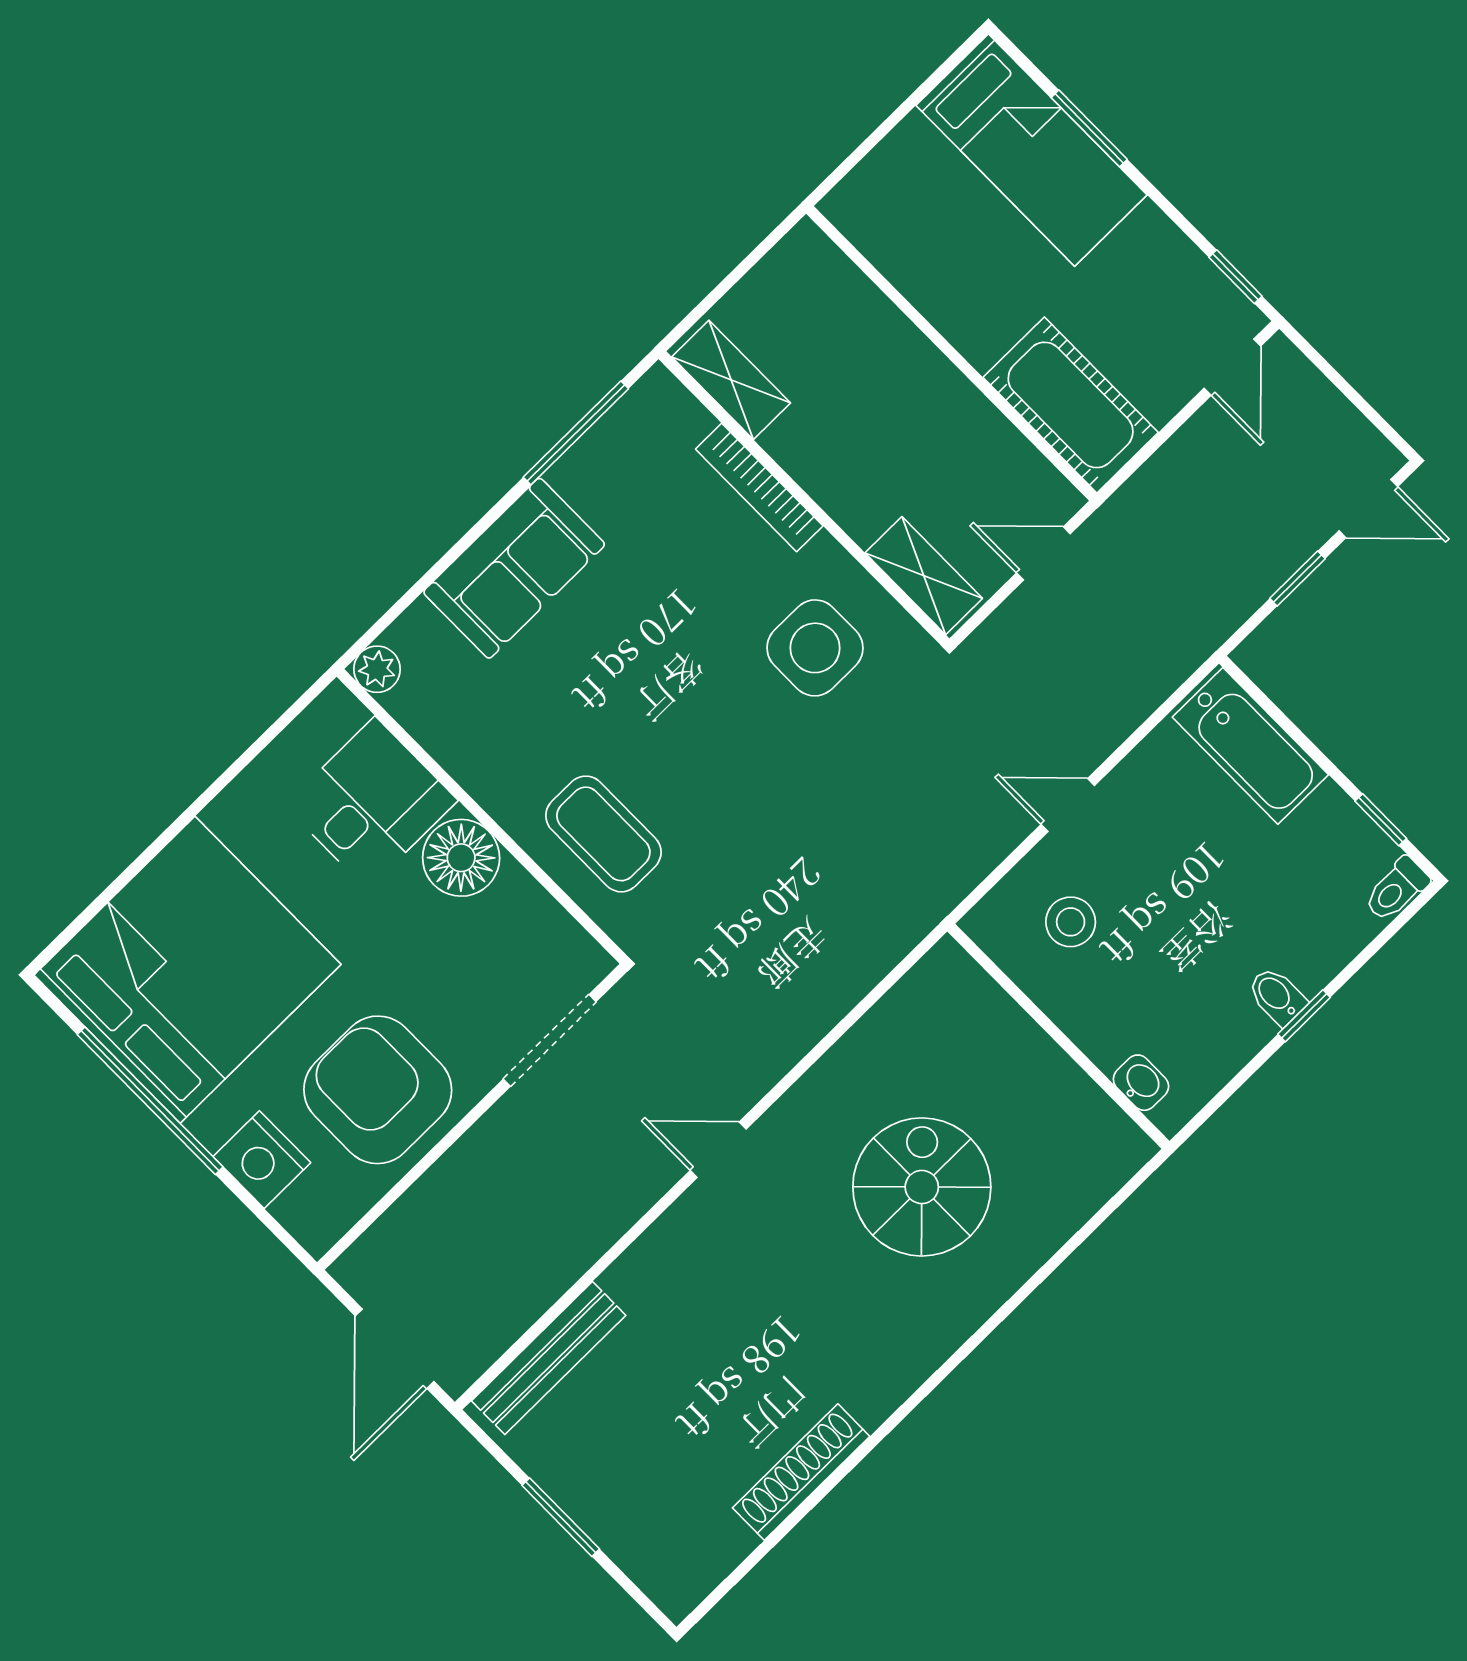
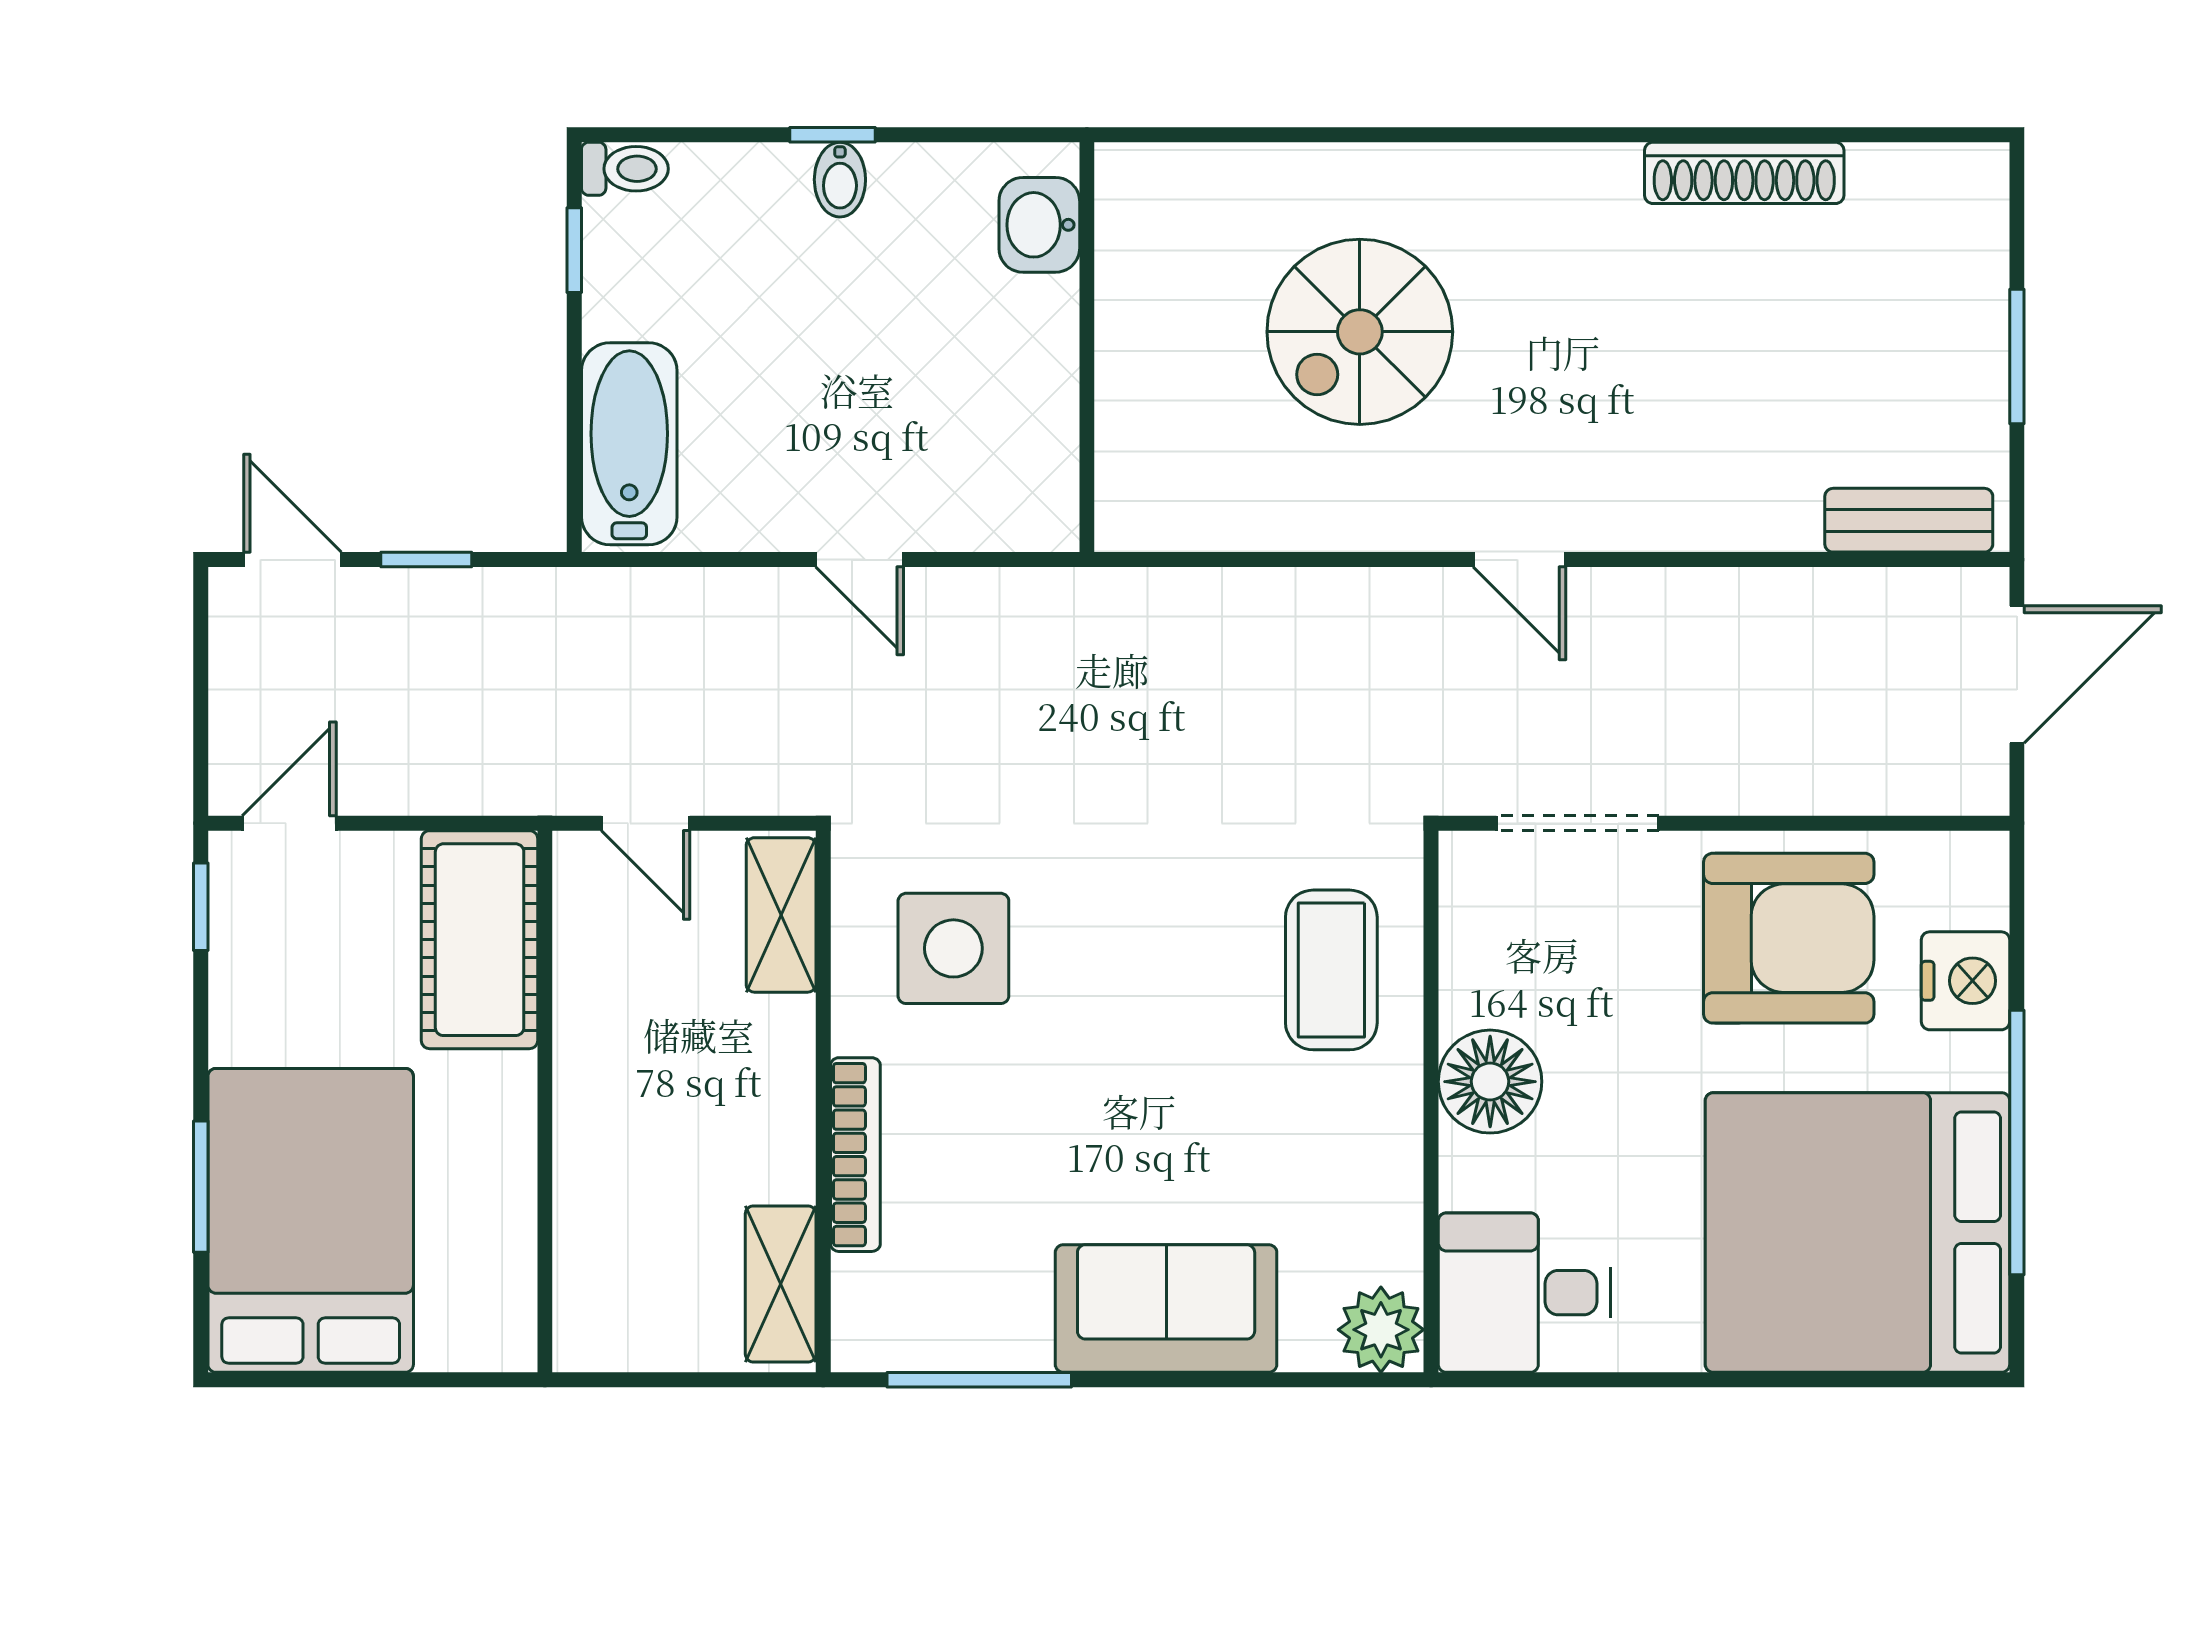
bed: (1032, 150) -> (311, 1220), width x1.50
plant: (377, 669) -> (1381, 1330), width x1.38, depth x1.38
desk: (371, 803) -> (1524, 1293), moved
stool: (1071, 922) -> (967, 445), removed
washbasin: (1141, 1083) -> (1039, 225), width x1.38, depth x1.45
armchair: (378, 1090) -> (1789, 938), turned -90
bench: (549, 1358) -> (1909, 520), width x0.73

